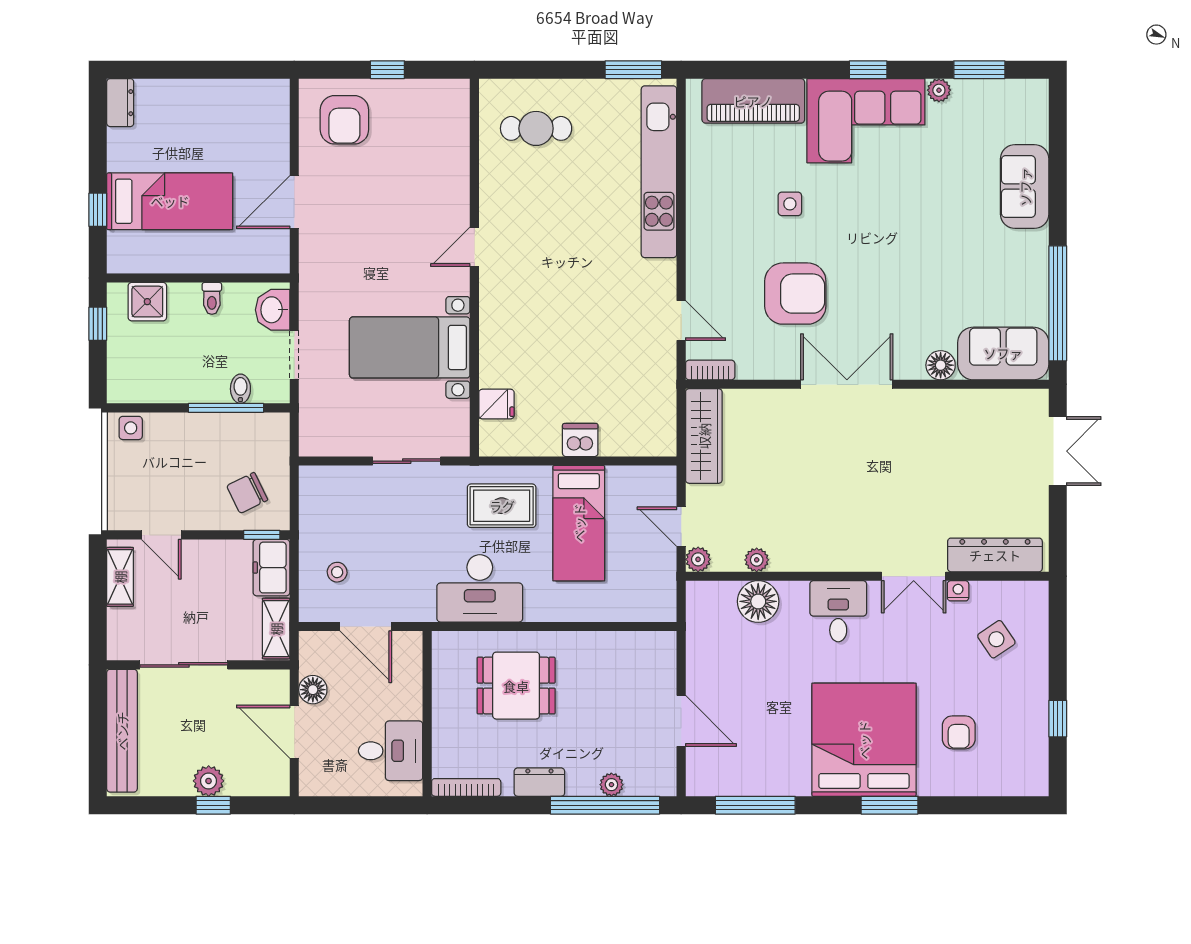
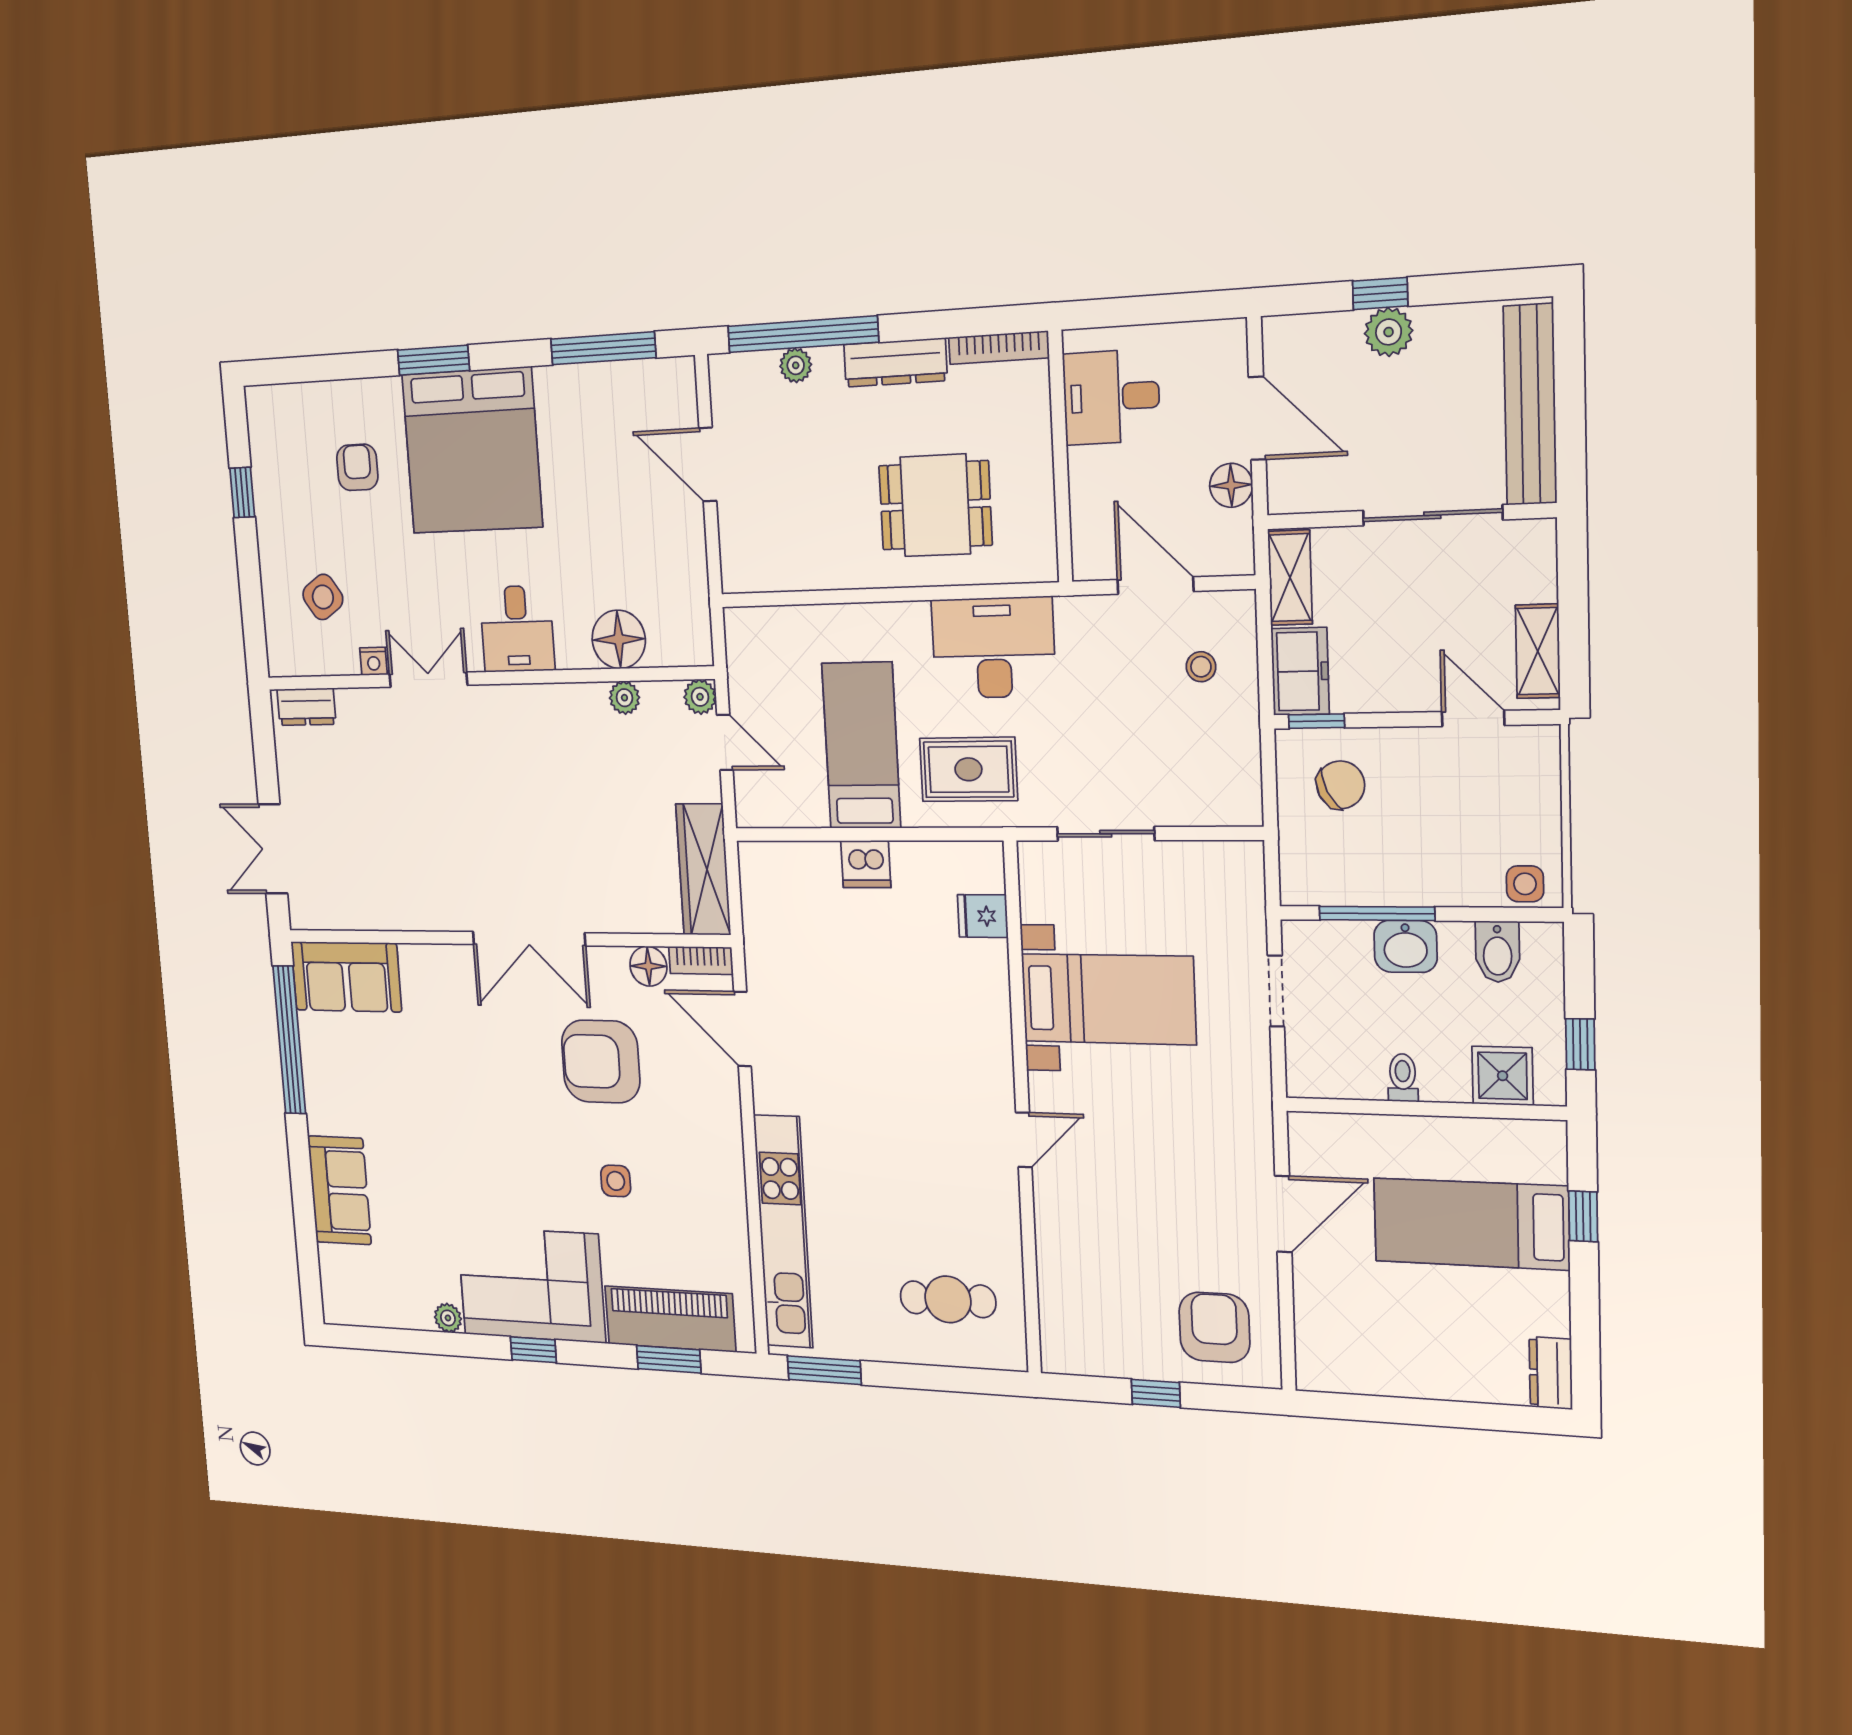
window: (979, 70) -> (669, 1359), moved
washbasin: (273, 310) -> (1406, 946), moved, turned 90
door: (681, 321) -> (742, 1029), width x1.37
floor lamp: (941, 365) -> (648, 966), moved
bidet: (240, 389) -> (1497, 952), moved, width x1.38, depth x1.36
dresser: (995, 555) -> (306, 707), width x0.51, depth x0.80
dresser: (539, 782) -> (895, 363), width x1.44

